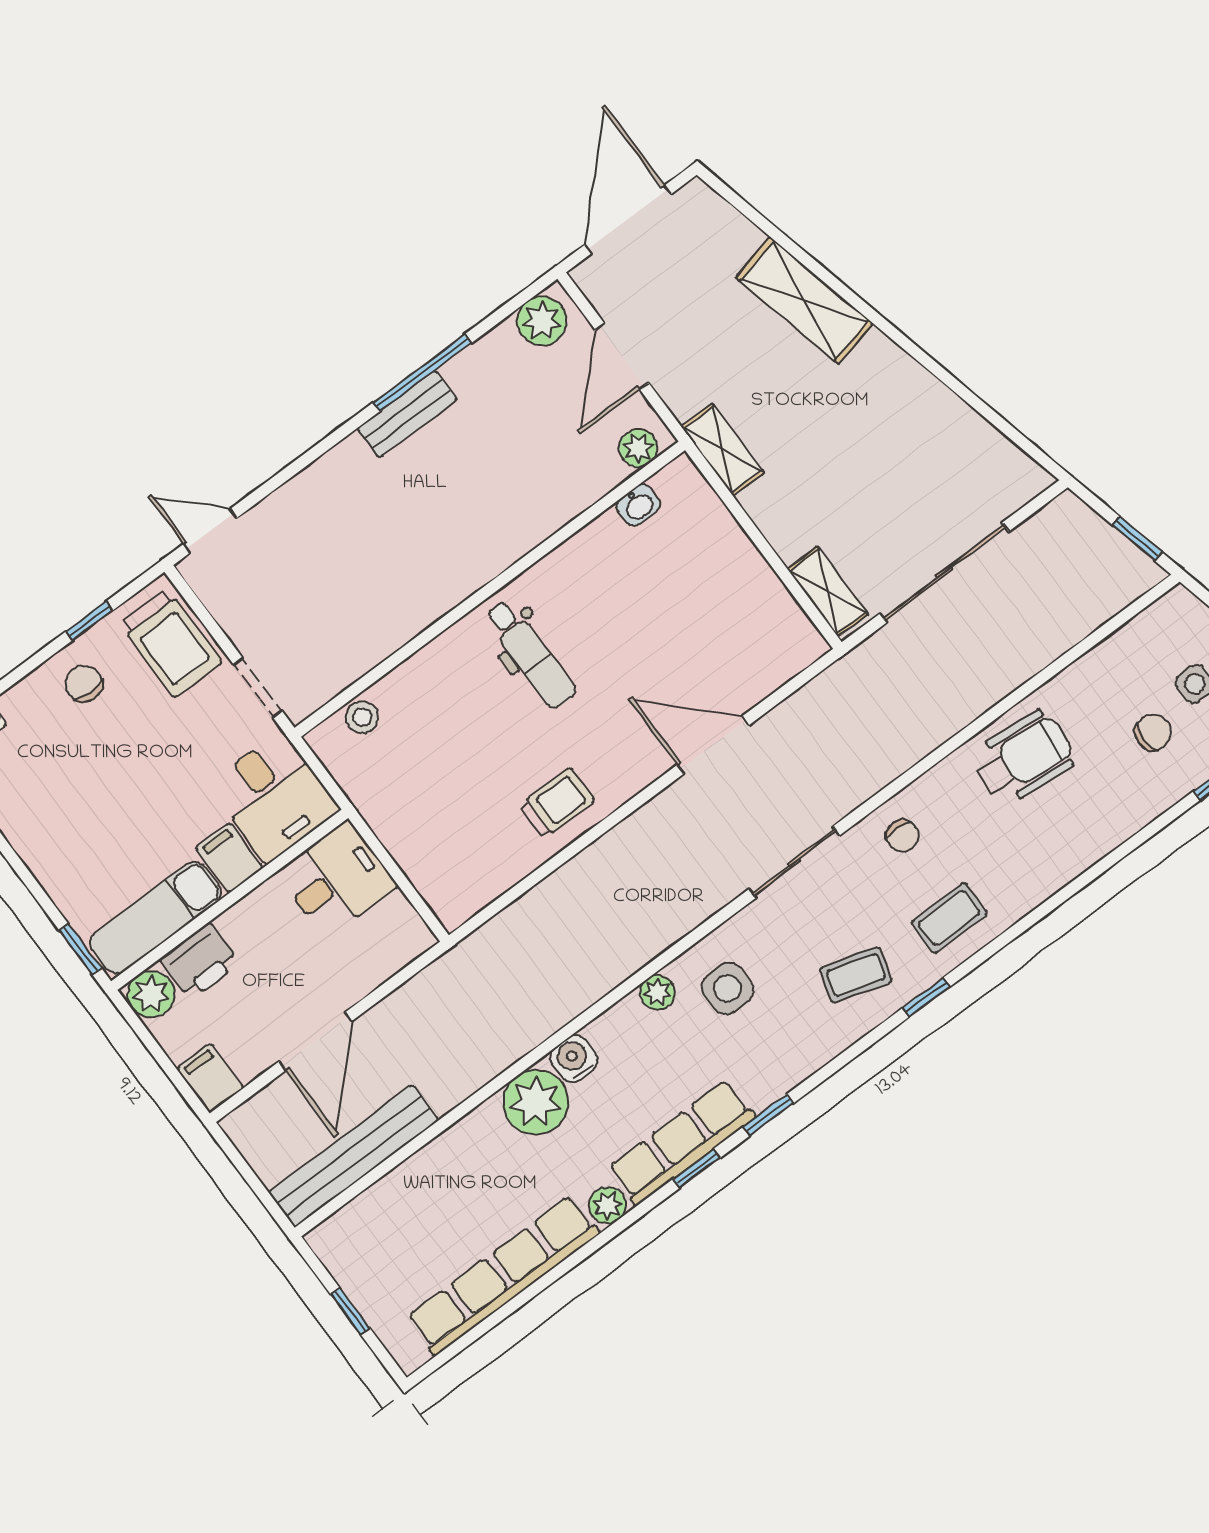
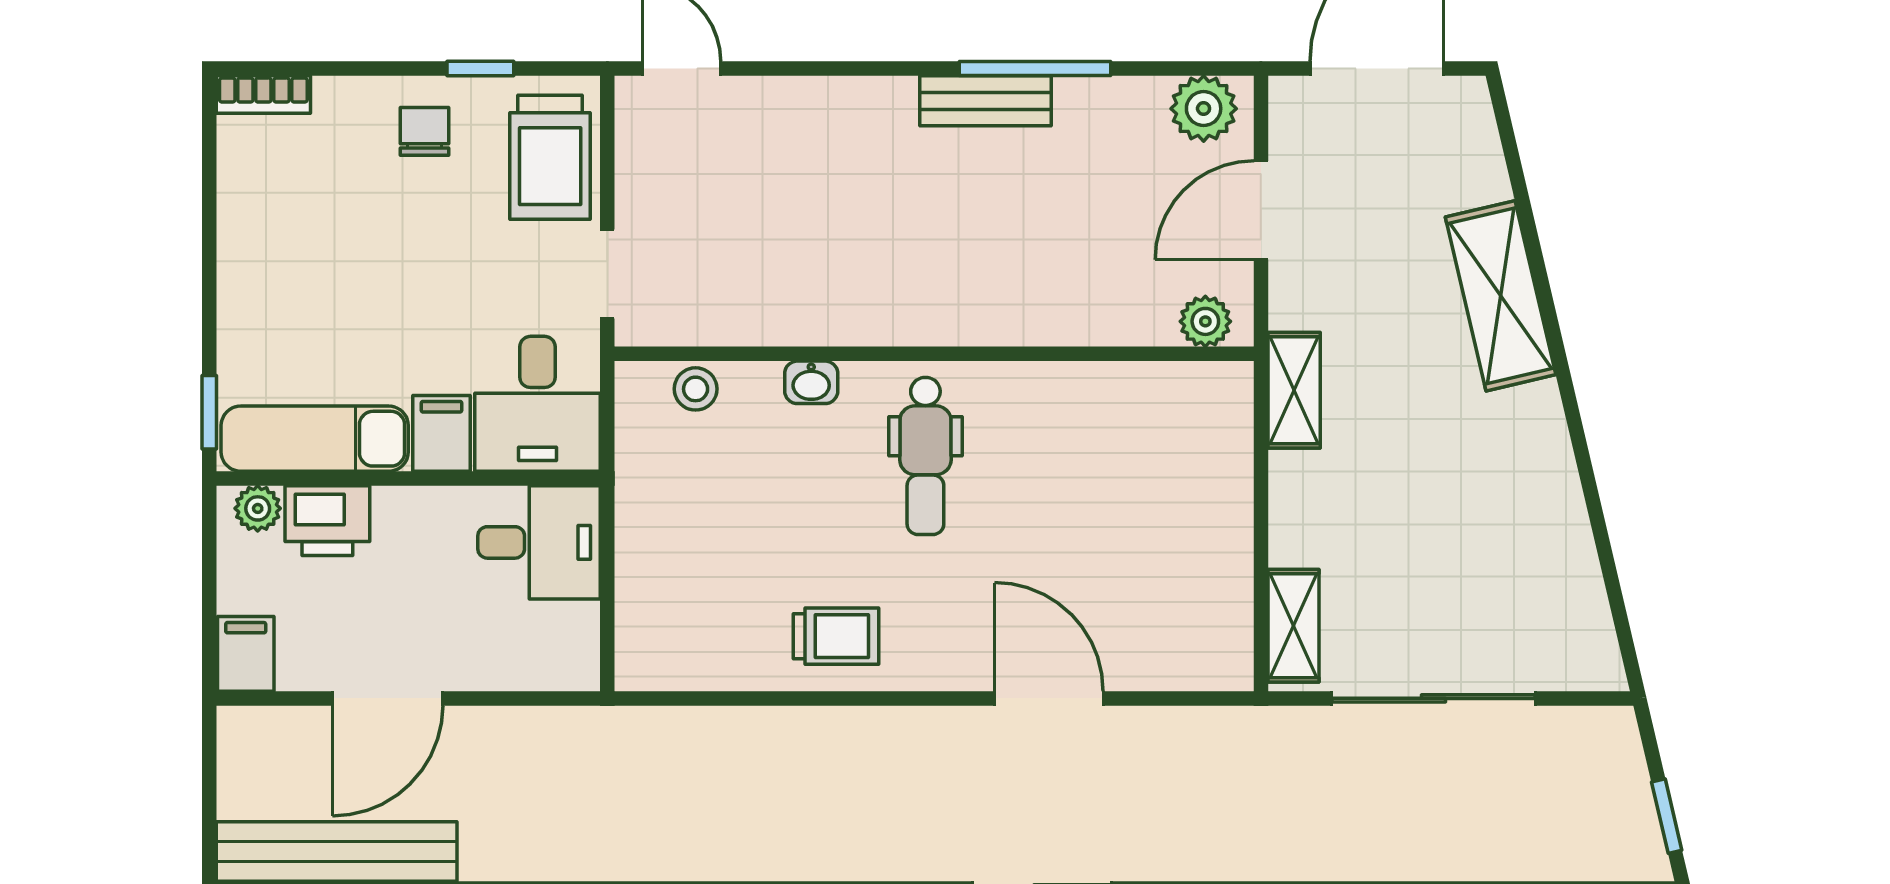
washbasin: (638, 505) -> (811, 382), moved
plant: (151, 994) -> (258, 508), width x0.73, depth x0.73

